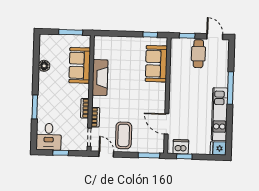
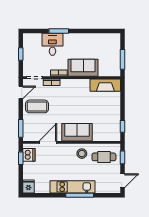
cafe table: (198, 54) -> (104, 157), moved
sofa: (156, 64) -> (77, 132), moved
sofa: (80, 65) -> (83, 68), moved
floor lamp: (44, 66) -> (94, 38), removed
fireplace: (100, 78) -> (105, 85), moved
stool: (181, 84) -> (82, 154), added
kitchen unit: (220, 114) -> (72, 187), moved
desk: (49, 137) -> (52, 44), moved, turned 90

